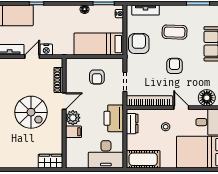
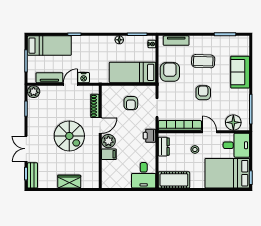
printer: (114, 118) -> (149, 136), width x0.53, depth x0.68
desk: (106, 154) -> (144, 175), width x0.73
wardrobe: (51, 161) -> (69, 182), moved

